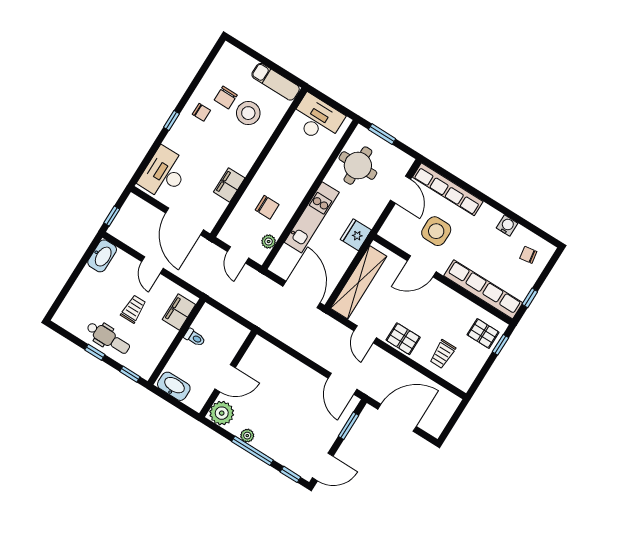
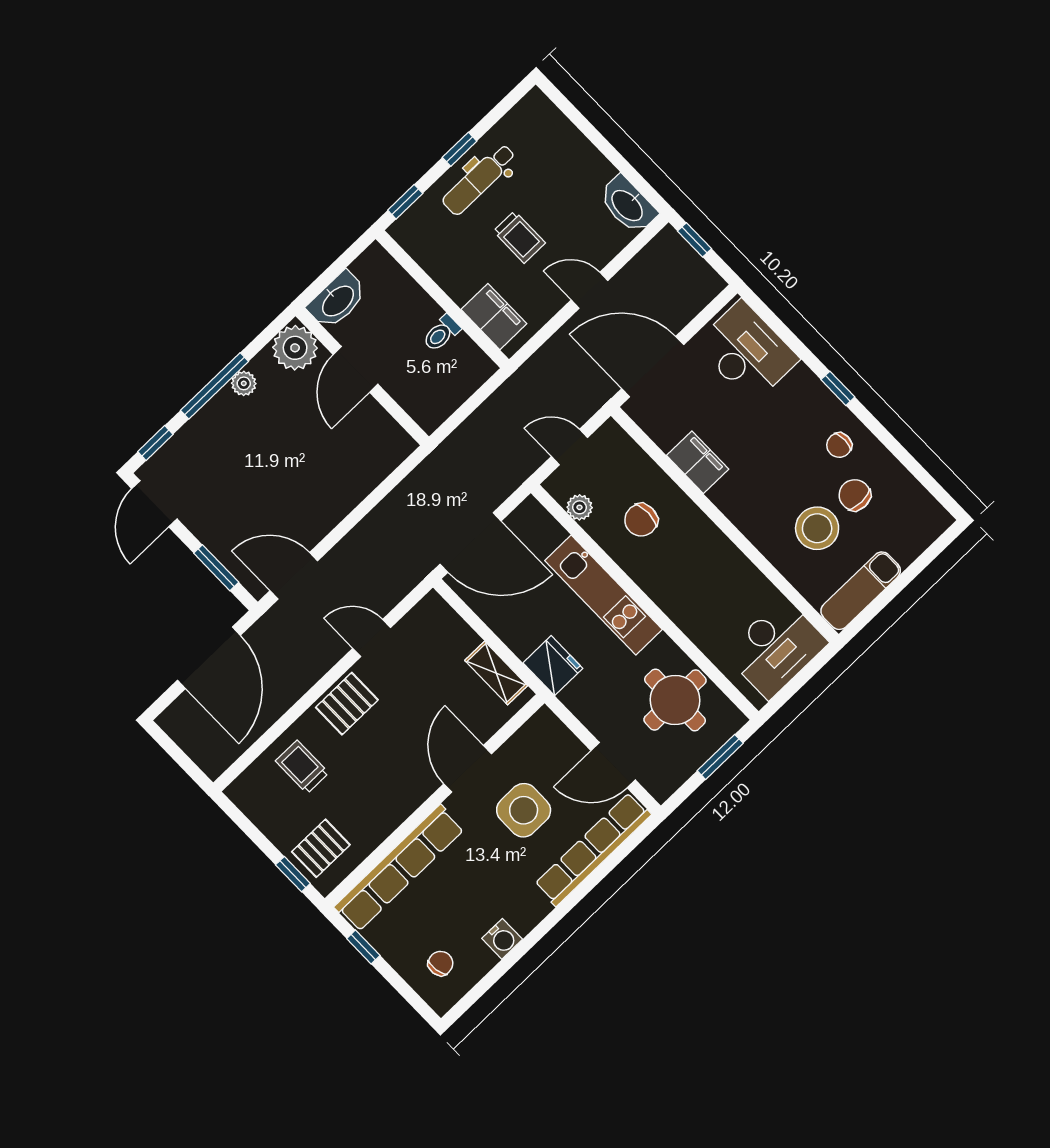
shelving: (359, 282) -> (496, 673), width x0.45, depth x0.75
washbasin: (174, 386) -> (337, 300), moved

